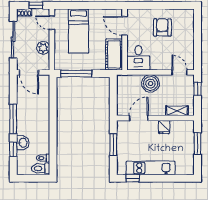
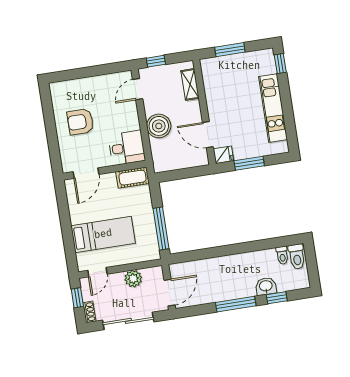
cot: (114, 55) -> (132, 178), width x0.73, depth x0.75
fridge: (164, 127) -> (223, 155), moved
window: (132, 178) -> (280, 64), moved

